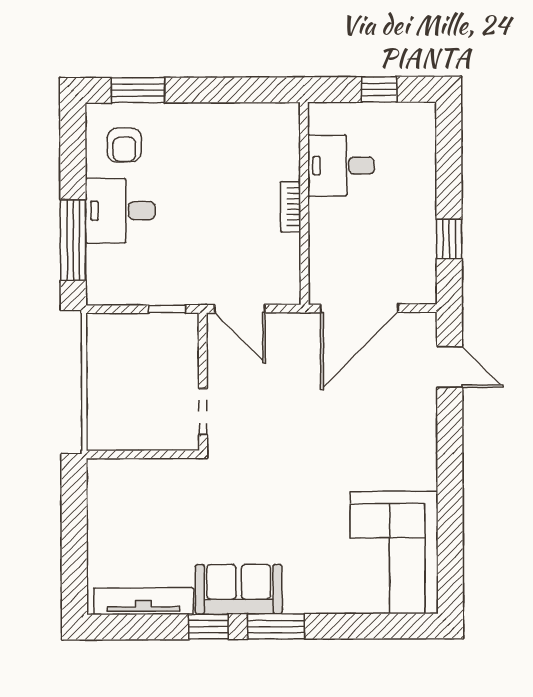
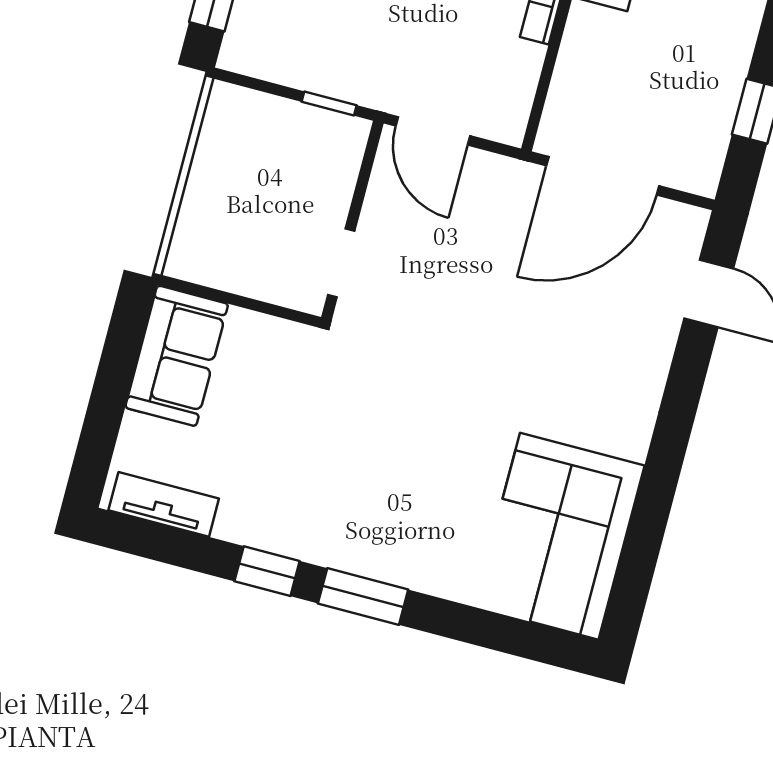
sofa: (239, 589) -> (177, 356), moved, turned 90
tv unit: (143, 601) -> (164, 504), width x0.71

